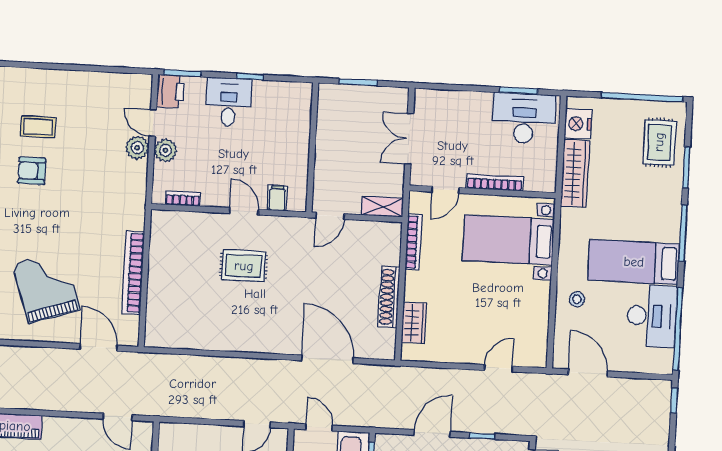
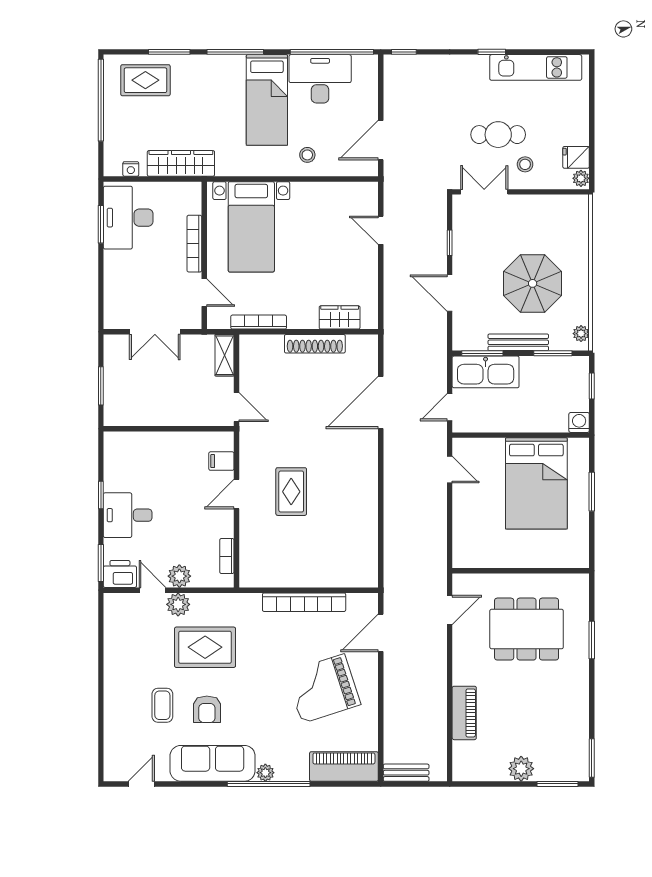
door: (153, 123) -> (153, 590), swing flipped
nightstand: (578, 124) -> (131, 169), width x0.53, depth x0.56
rug: (93, 172) -> (205, 647), added

